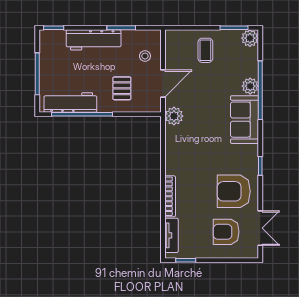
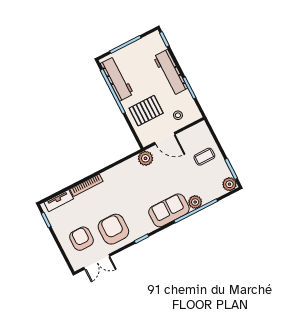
pallet: (122, 88) -> (146, 111), width x1.50, depth x1.42

